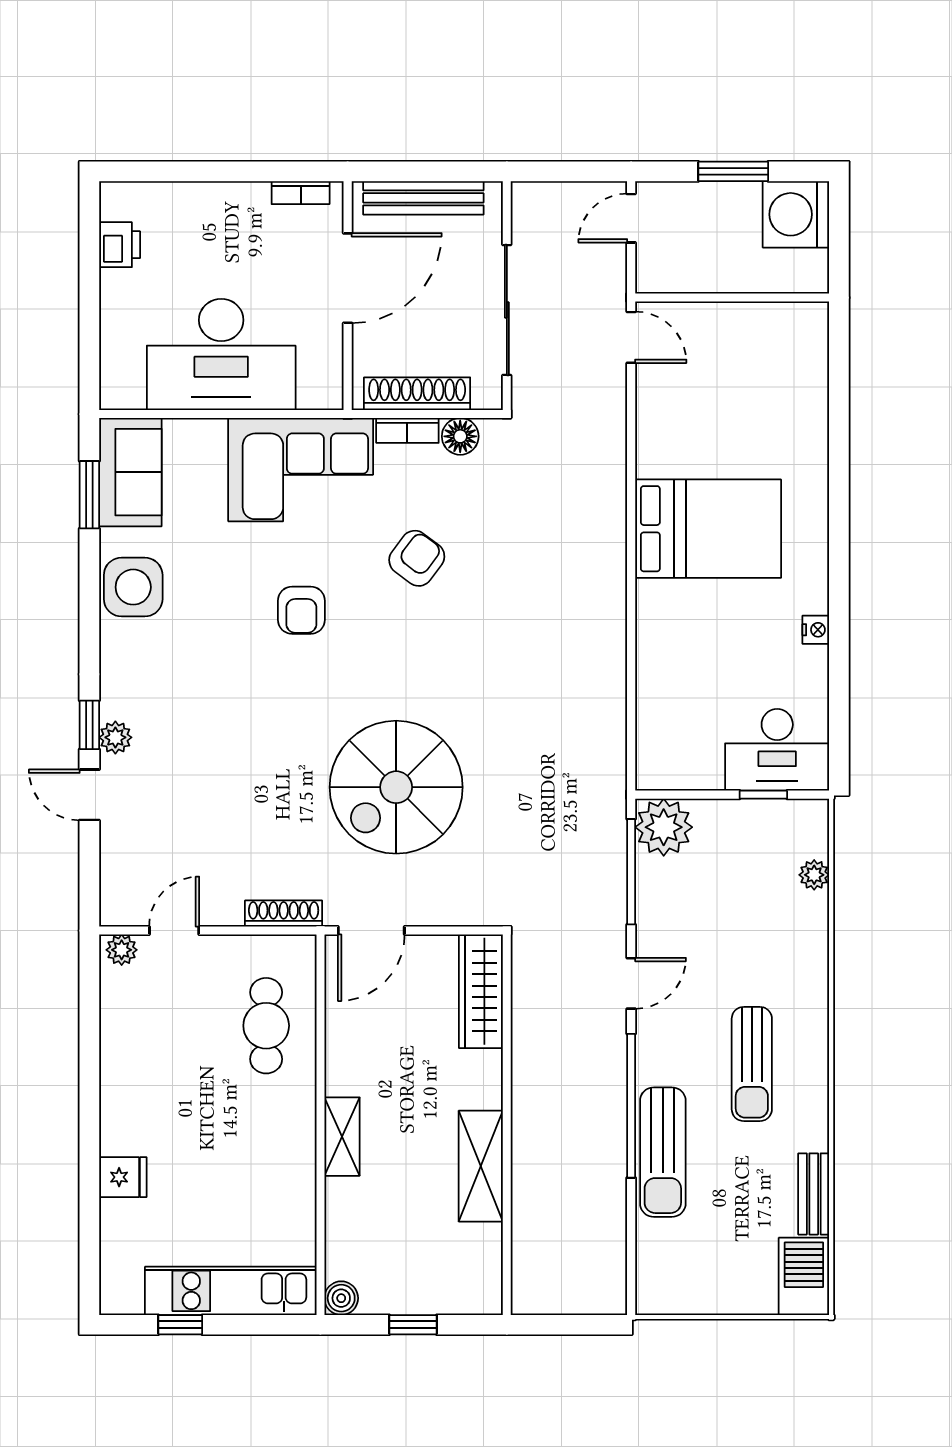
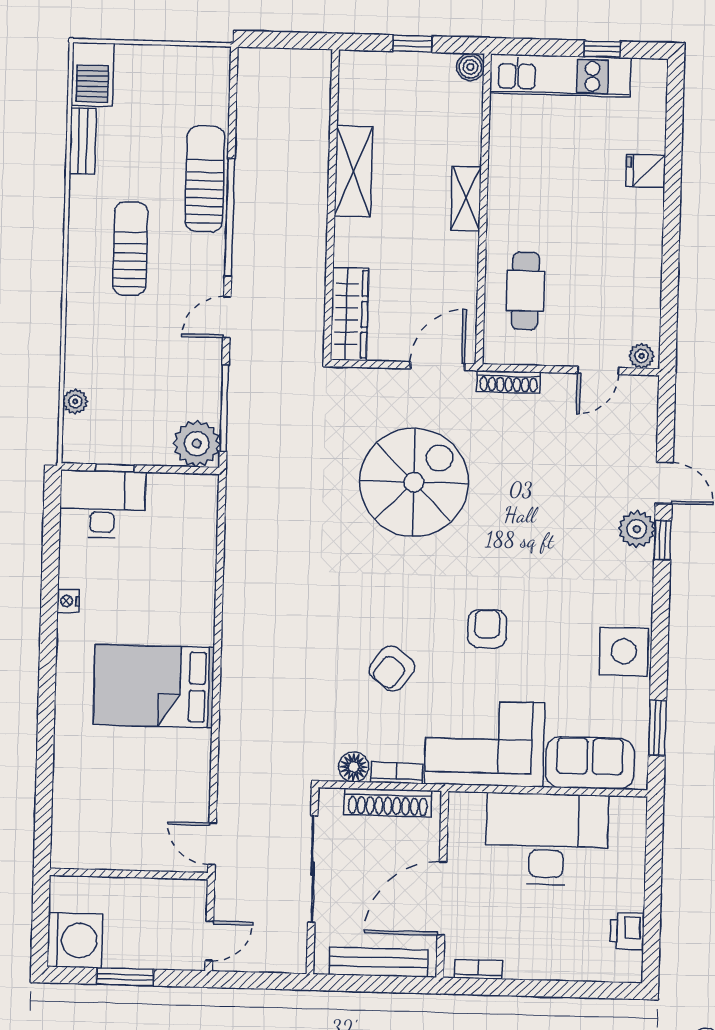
sofa: (130, 472) -> (590, 763), moved, turned 90
plant: (115, 737) -> (637, 529), width x1.38, depth x1.38

